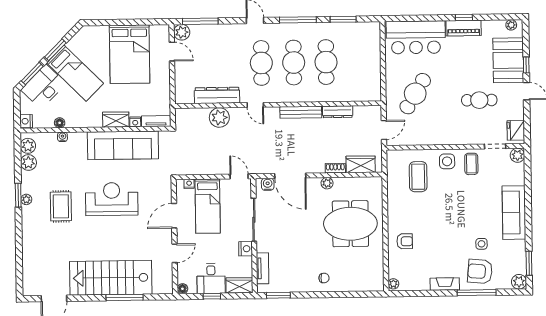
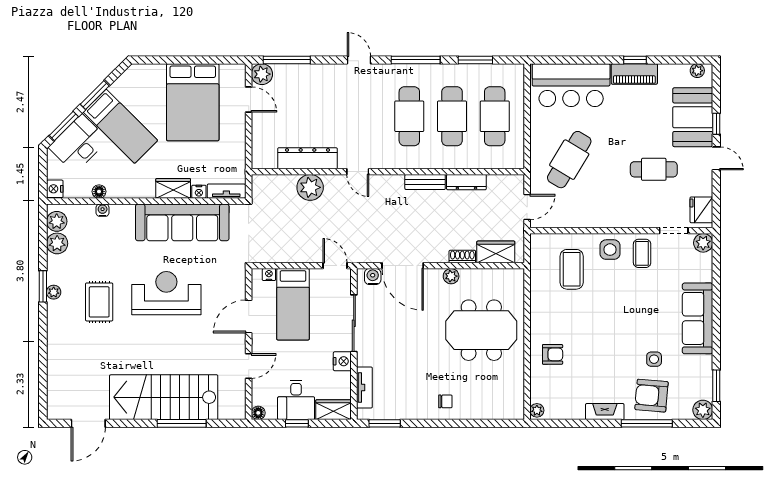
cafe table: (261, 63) -> (495, 116), moved
bench: (301, 112) -> (425, 182), width x0.73

